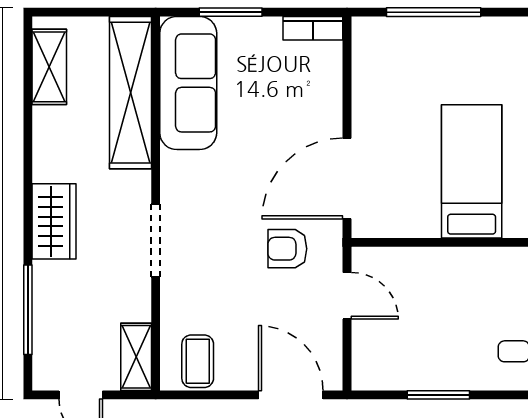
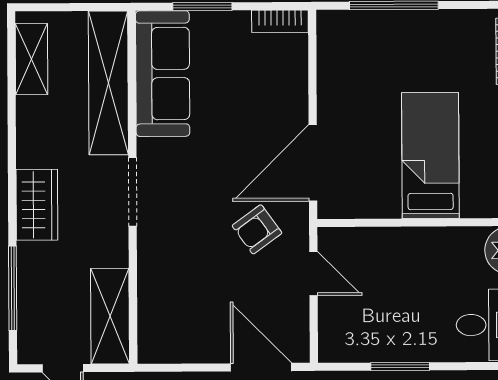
doorway: (156, 240) -> (133, 192), moved
armchair: (287, 249) -> (257, 229), turned -36
shelving: (136, 357) -> (110, 316), width x1.50, depth x1.33
coffee table: (198, 361) -> (173, 336), removed

